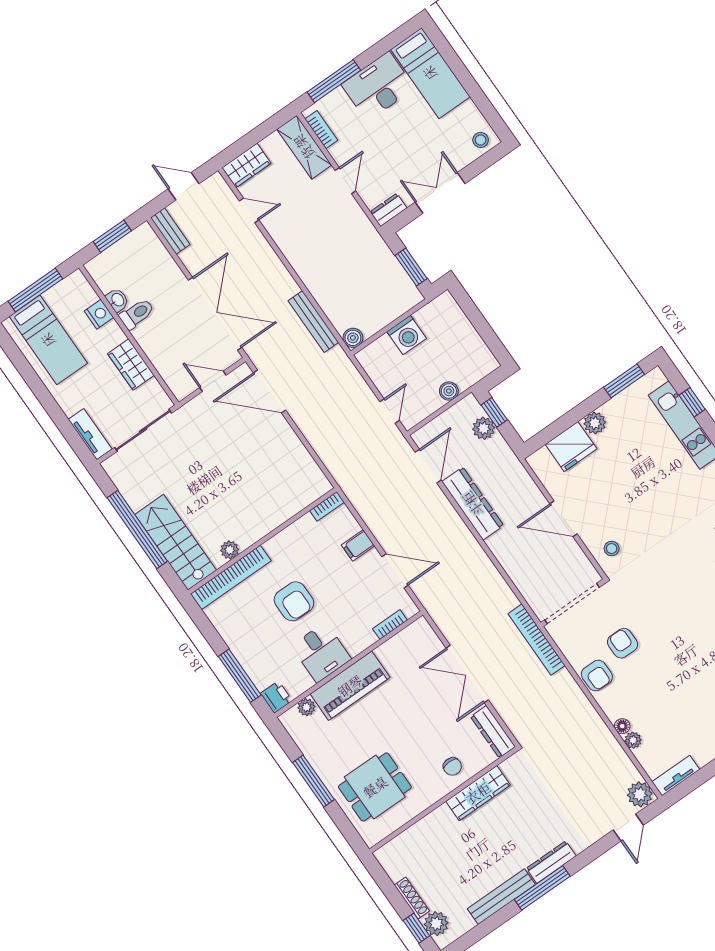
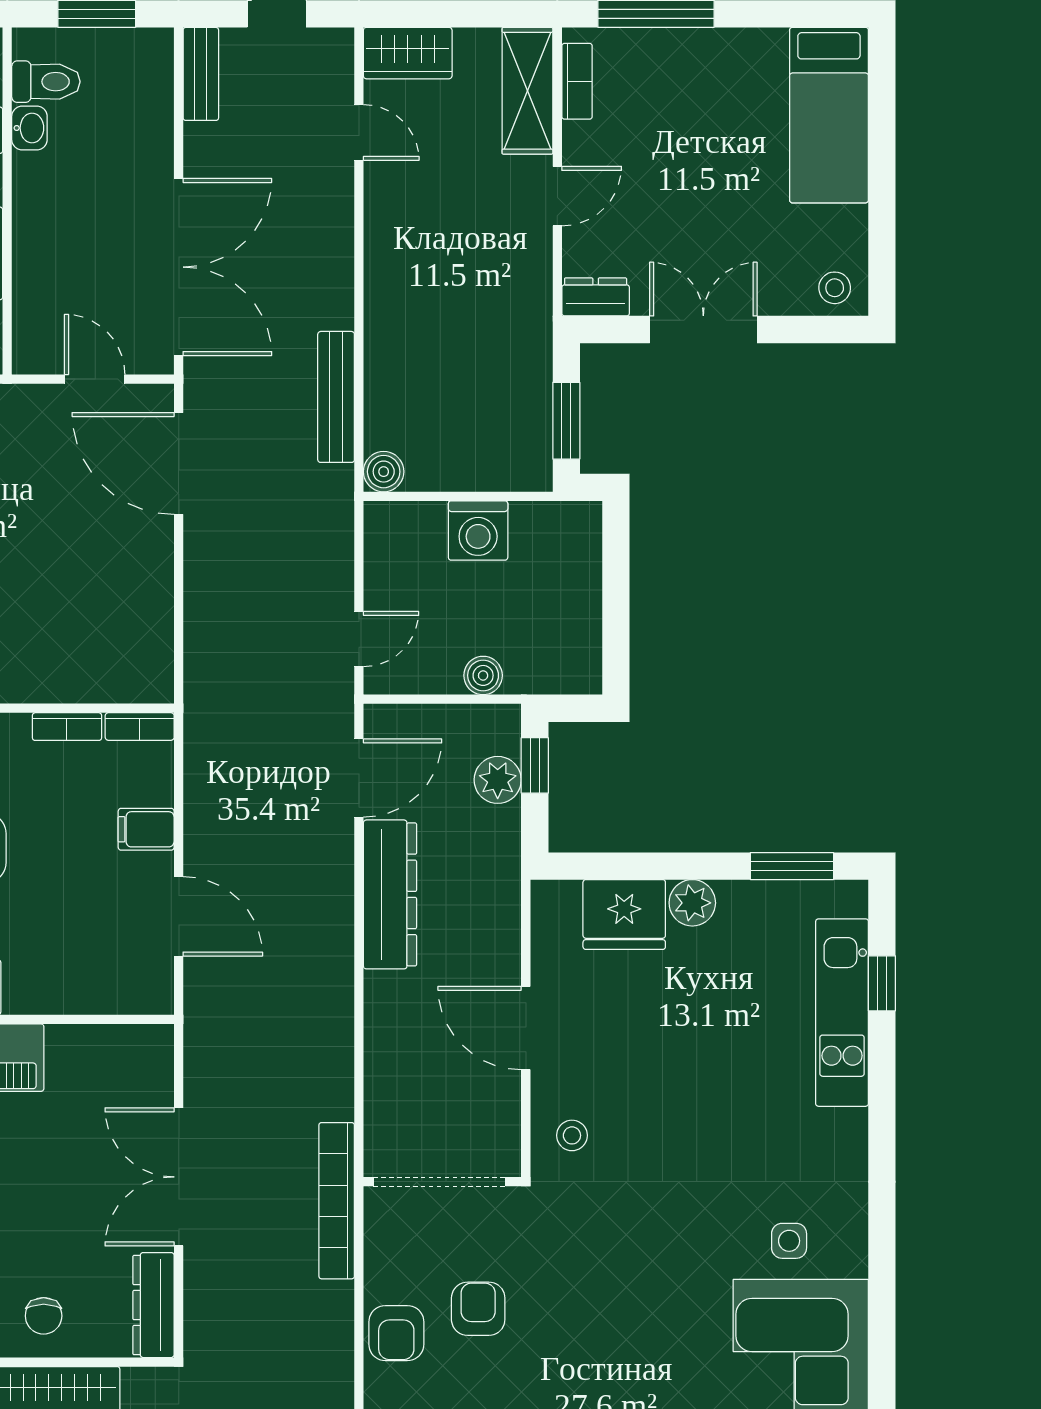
desk: (378, 86) -> (725, 75), removed
toilet: (137, 314) -> (46, 82), moved
bookcase: (390, 624) -> (67, 727), moved, turned 180

